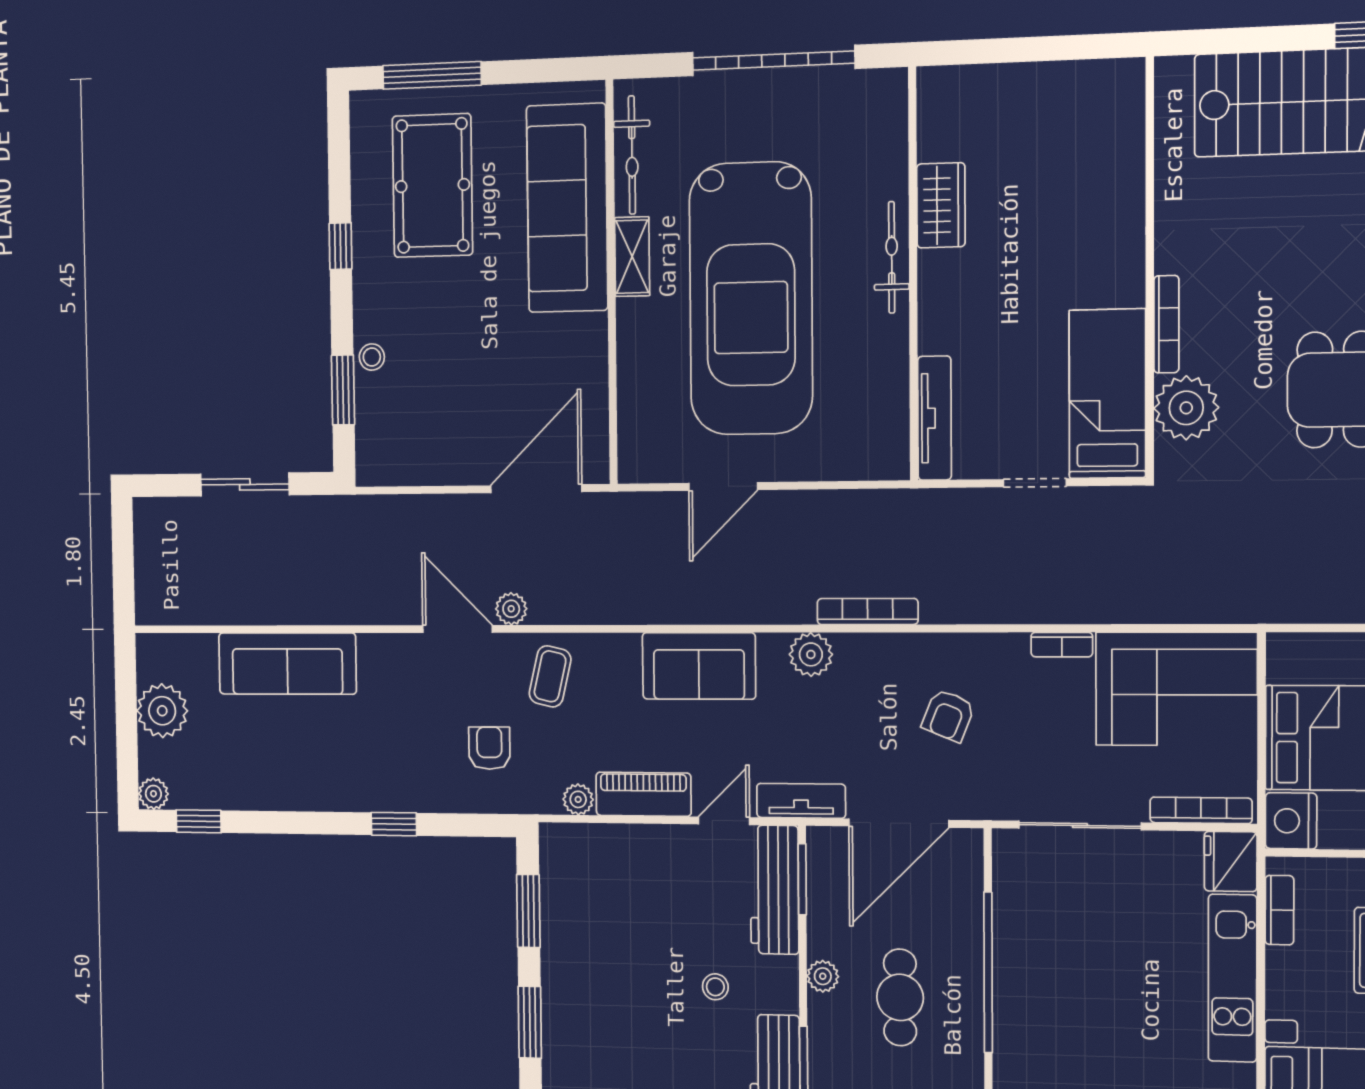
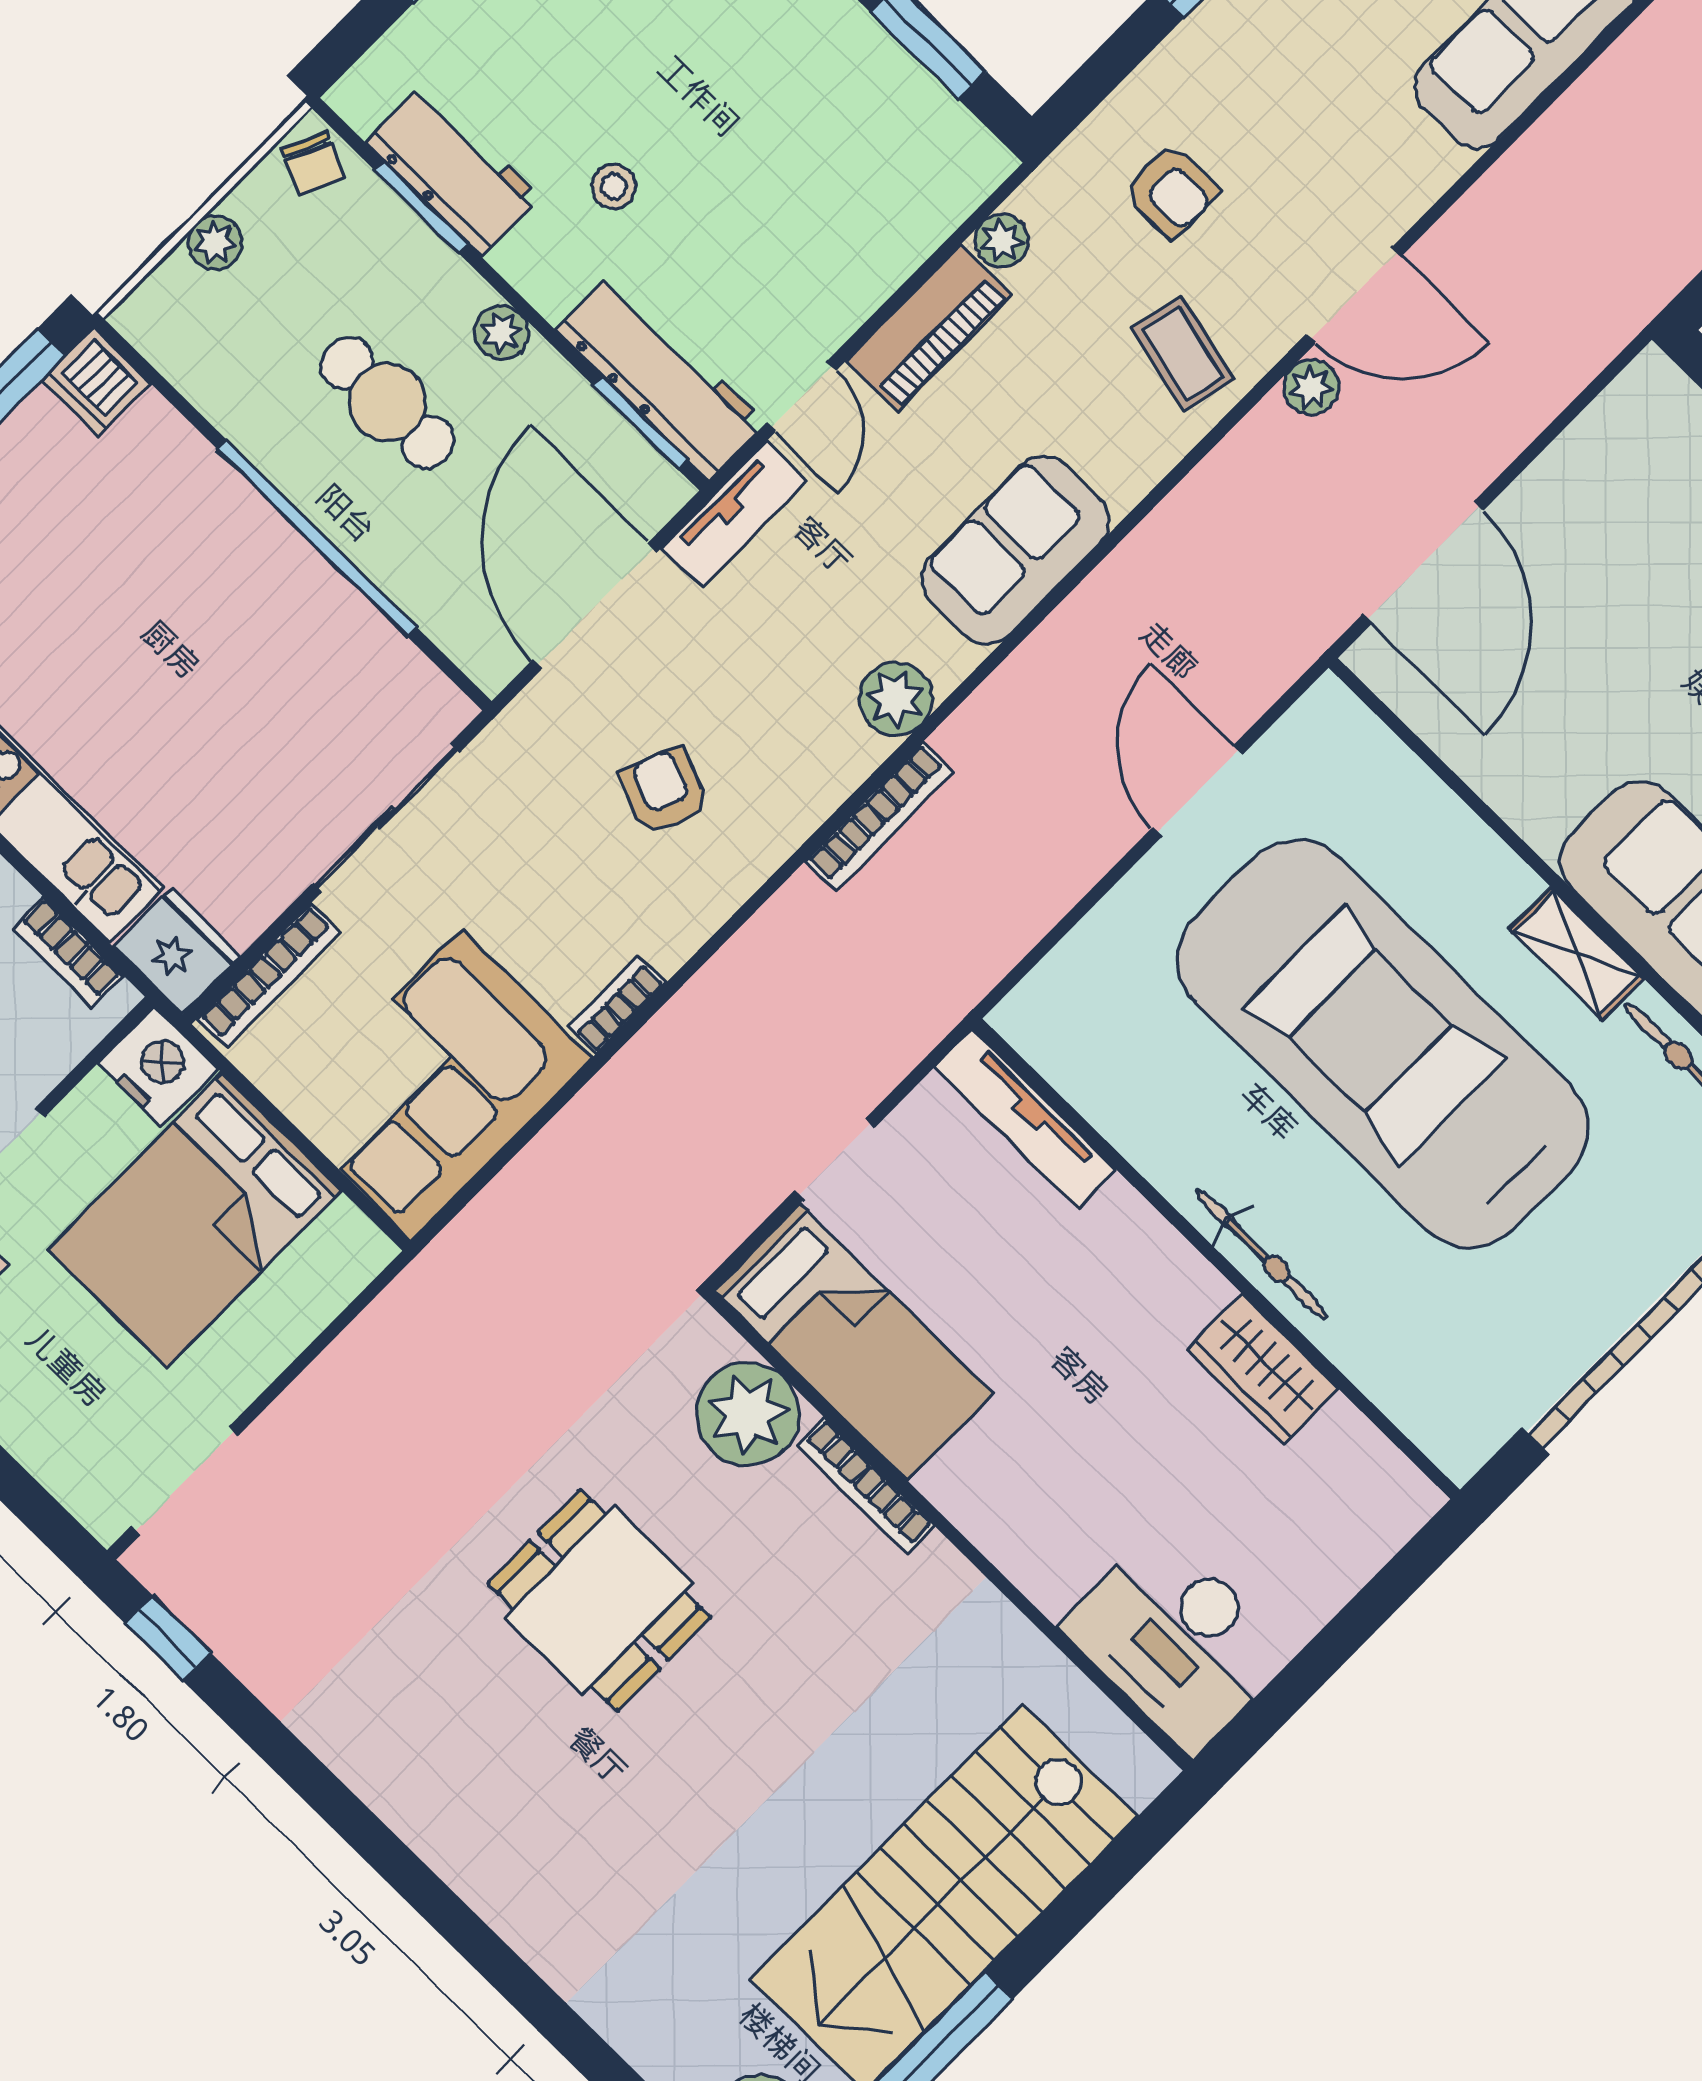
desk: (1098, 119) -> (1177, 1641), added

